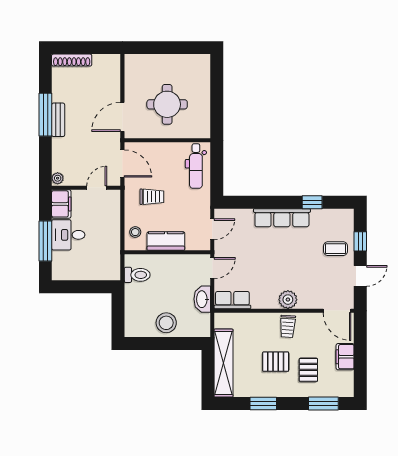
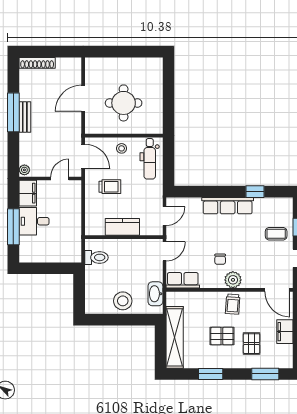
door: (122, 117) -> (83, 98), moved
stool: (135, 232) -> (122, 148), moved
chair: (274, 277) -> (220, 259), added
washbasin: (202, 299) -> (155, 294), moved

